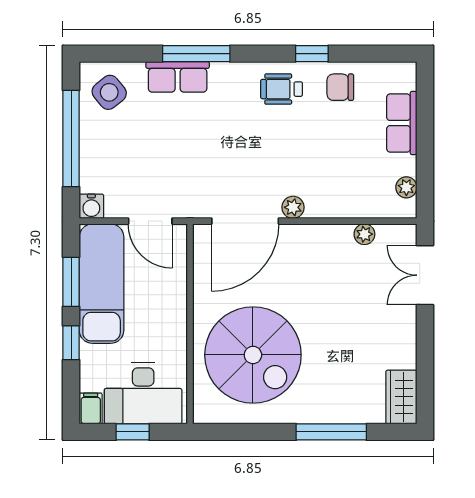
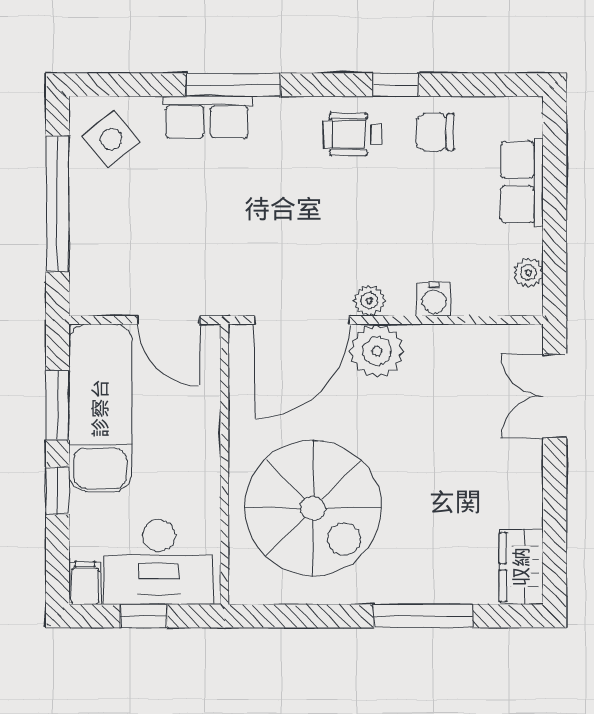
water cooler: (91, 206) -> (434, 299), moved
plant: (364, 234) -> (377, 351), moved, width x1.87, depth x1.87

